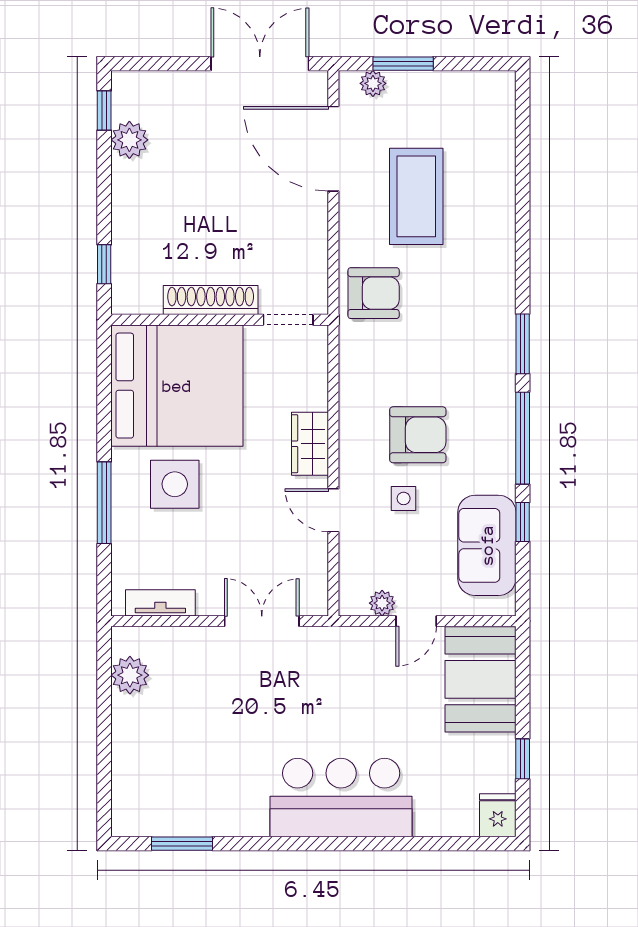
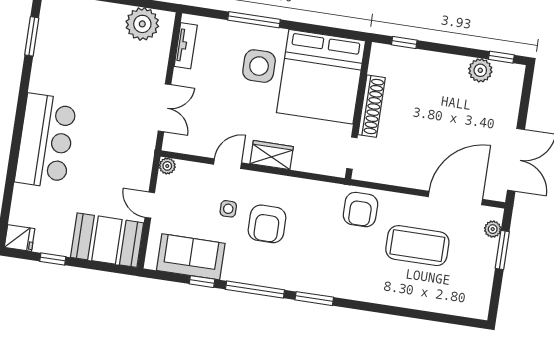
plant: (382, 603) -> (167, 166), moved
plant: (130, 675) -> (142, 24), width x1.36, depth x1.36

